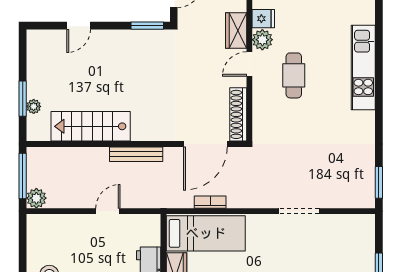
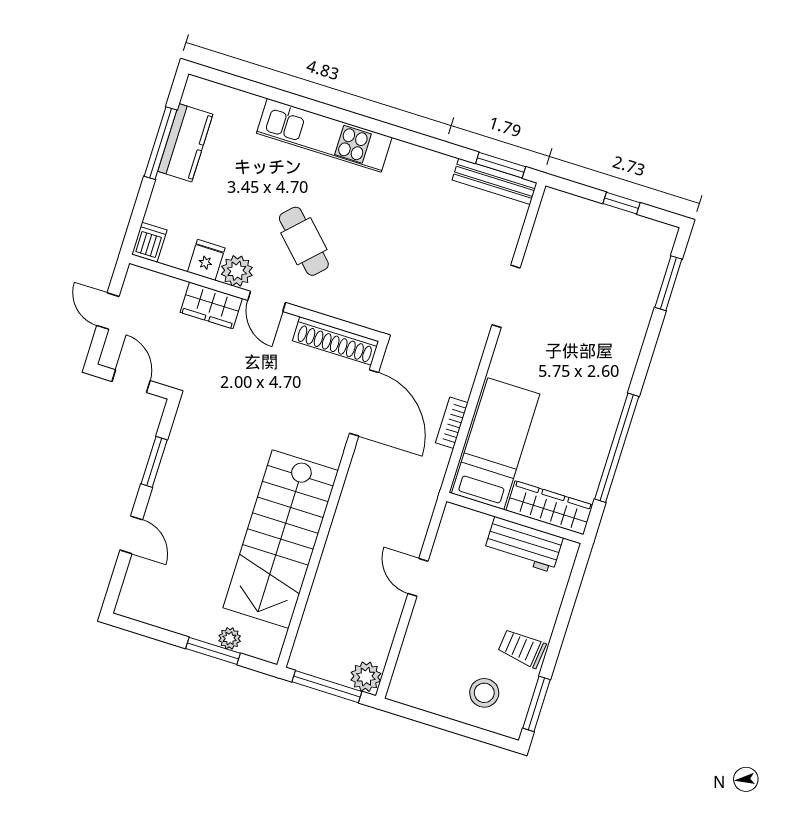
window: (147, 26) -> (154, 462), moved
cafe table: (294, 75) -> (304, 241), turned 45
stairs: (91, 126) -> (281, 539), width x1.36, depth x1.51
bench: (136, 154) -> (495, 181), moved, turned 90

